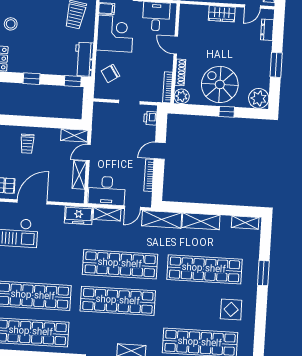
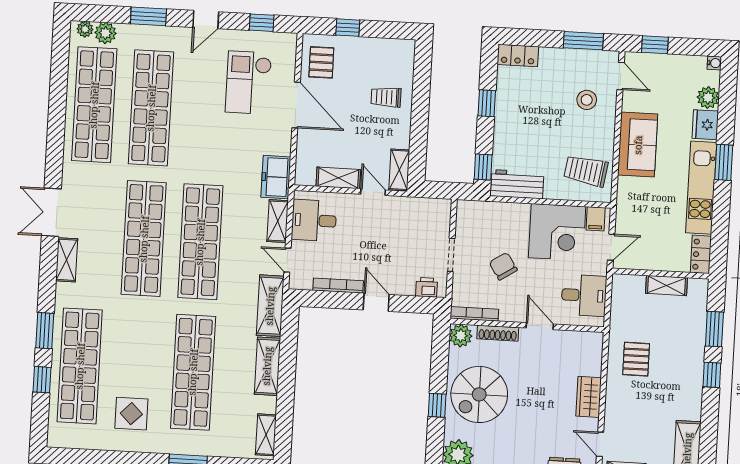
stool: (11, 24) -> (587, 100), moved
door: (176, 45) -> (540, 326), hinge flipped
chair: (110, 73) -> (503, 266), moved
spiral stairs: (220, 84) -> (479, 394), turned 180
desk: (107, 191) -> (314, 220), width x0.73

